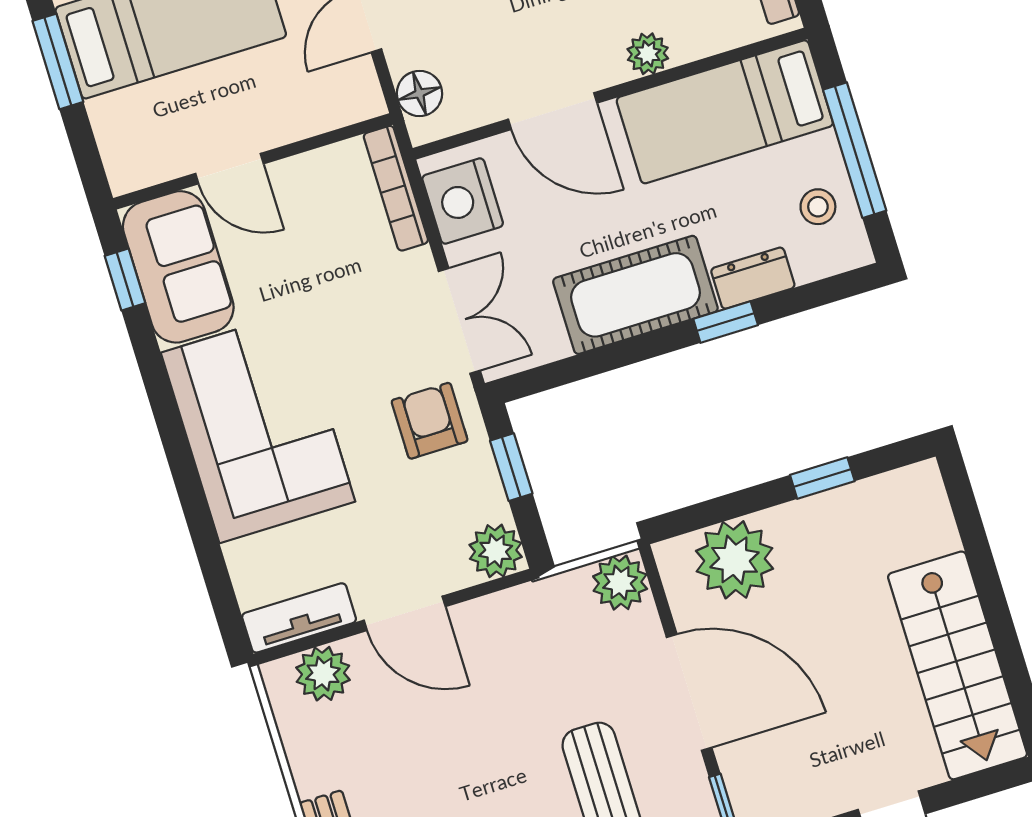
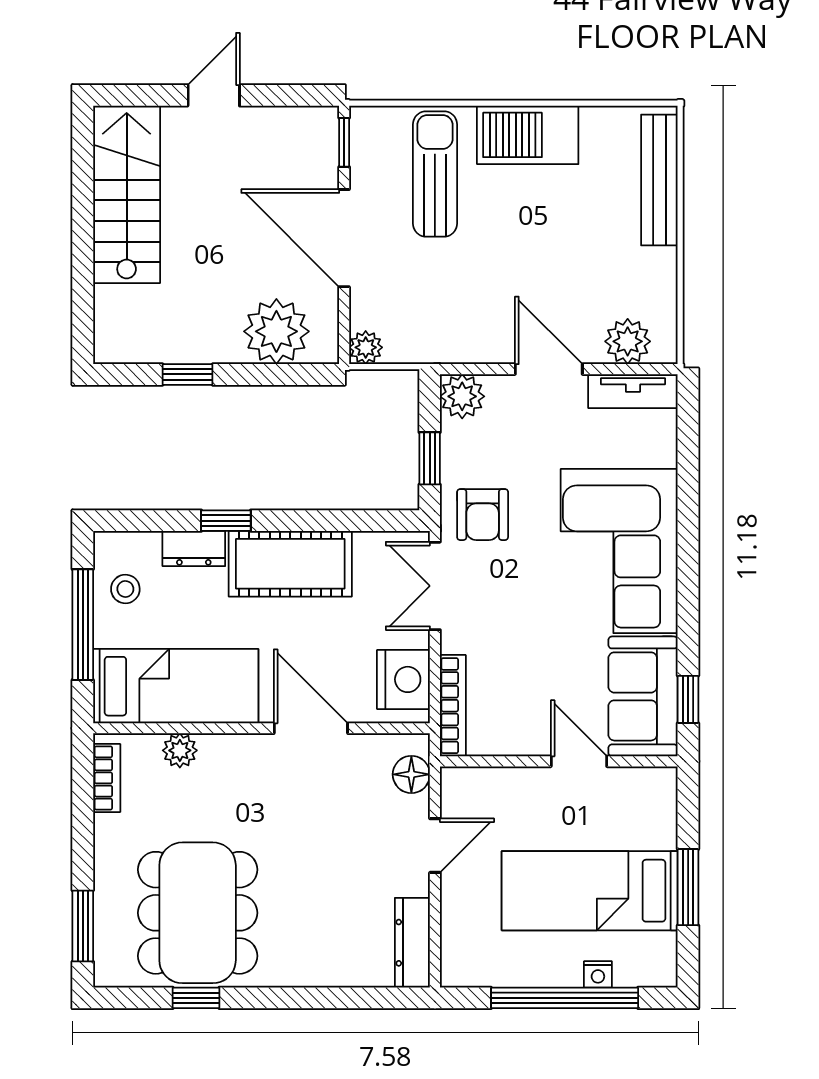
plant: (648, 54) -> (180, 750), moved
plant: (620, 583) -> (366, 347), width x0.73, depth x0.73

